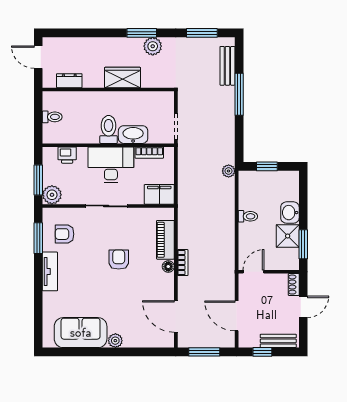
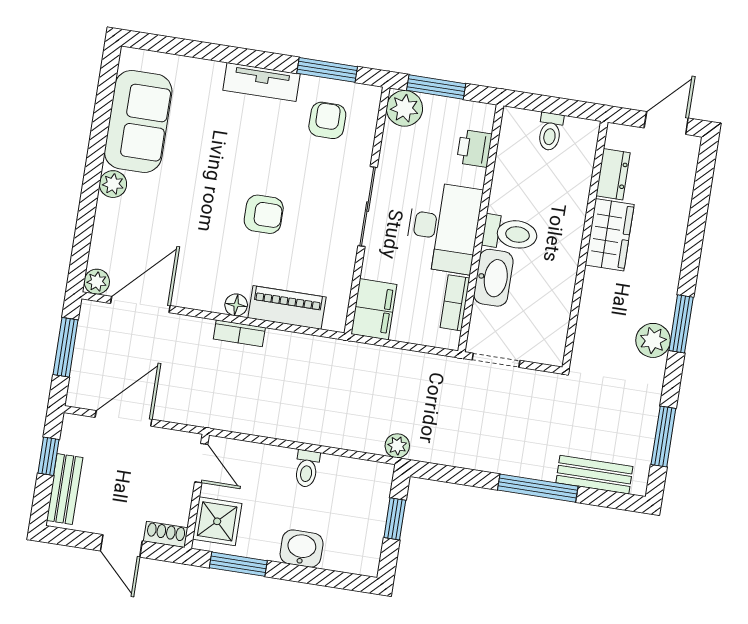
wardrobe: (123, 77) -> (610, 235), moved
shower: (288, 236) -> (217, 521), moved
plant: (167, 341) -> (97, 282), added

